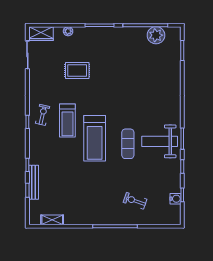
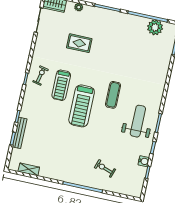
weight bench: (160, 141) -> (138, 121), turned 90
exercise mat: (128, 144) -> (113, 95), moved
water cooler: (175, 199) -> (144, 161), moved

